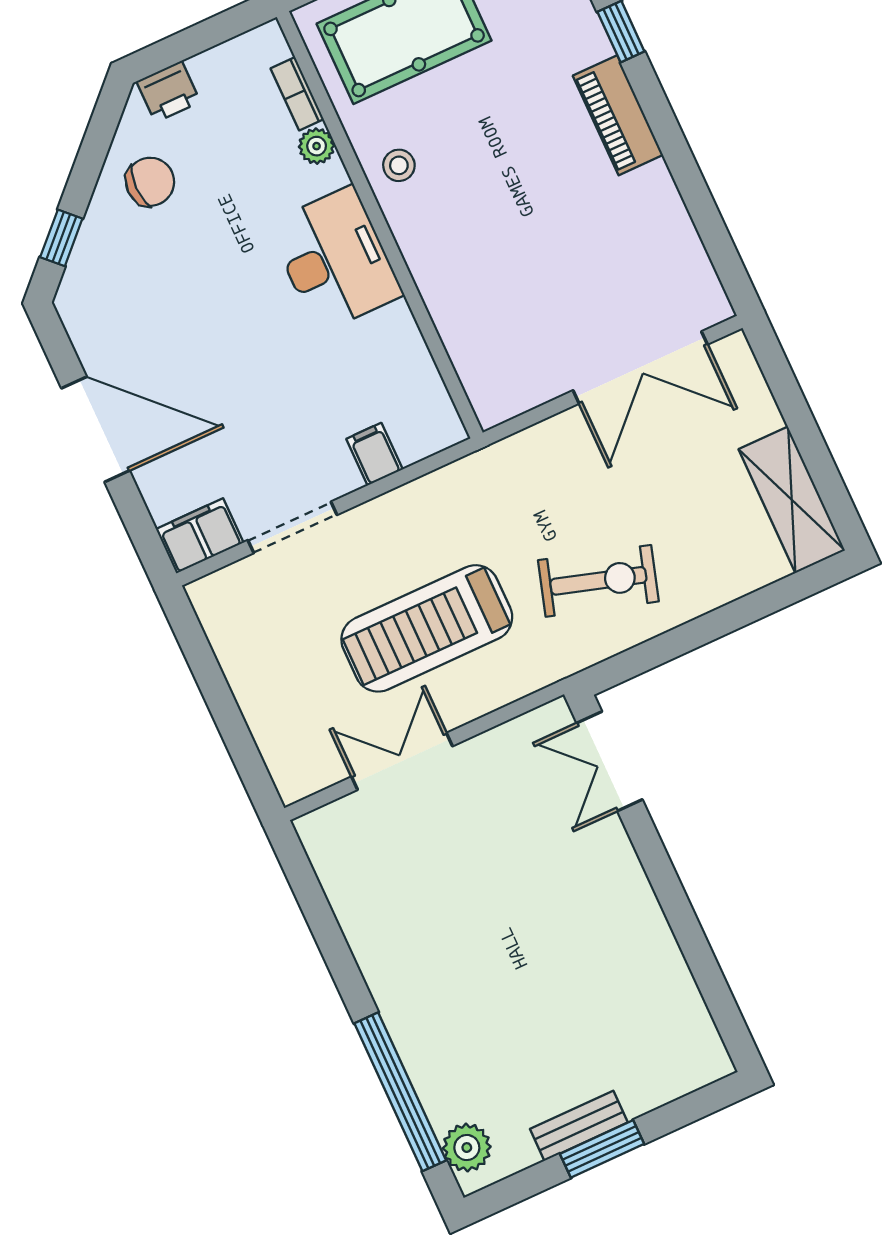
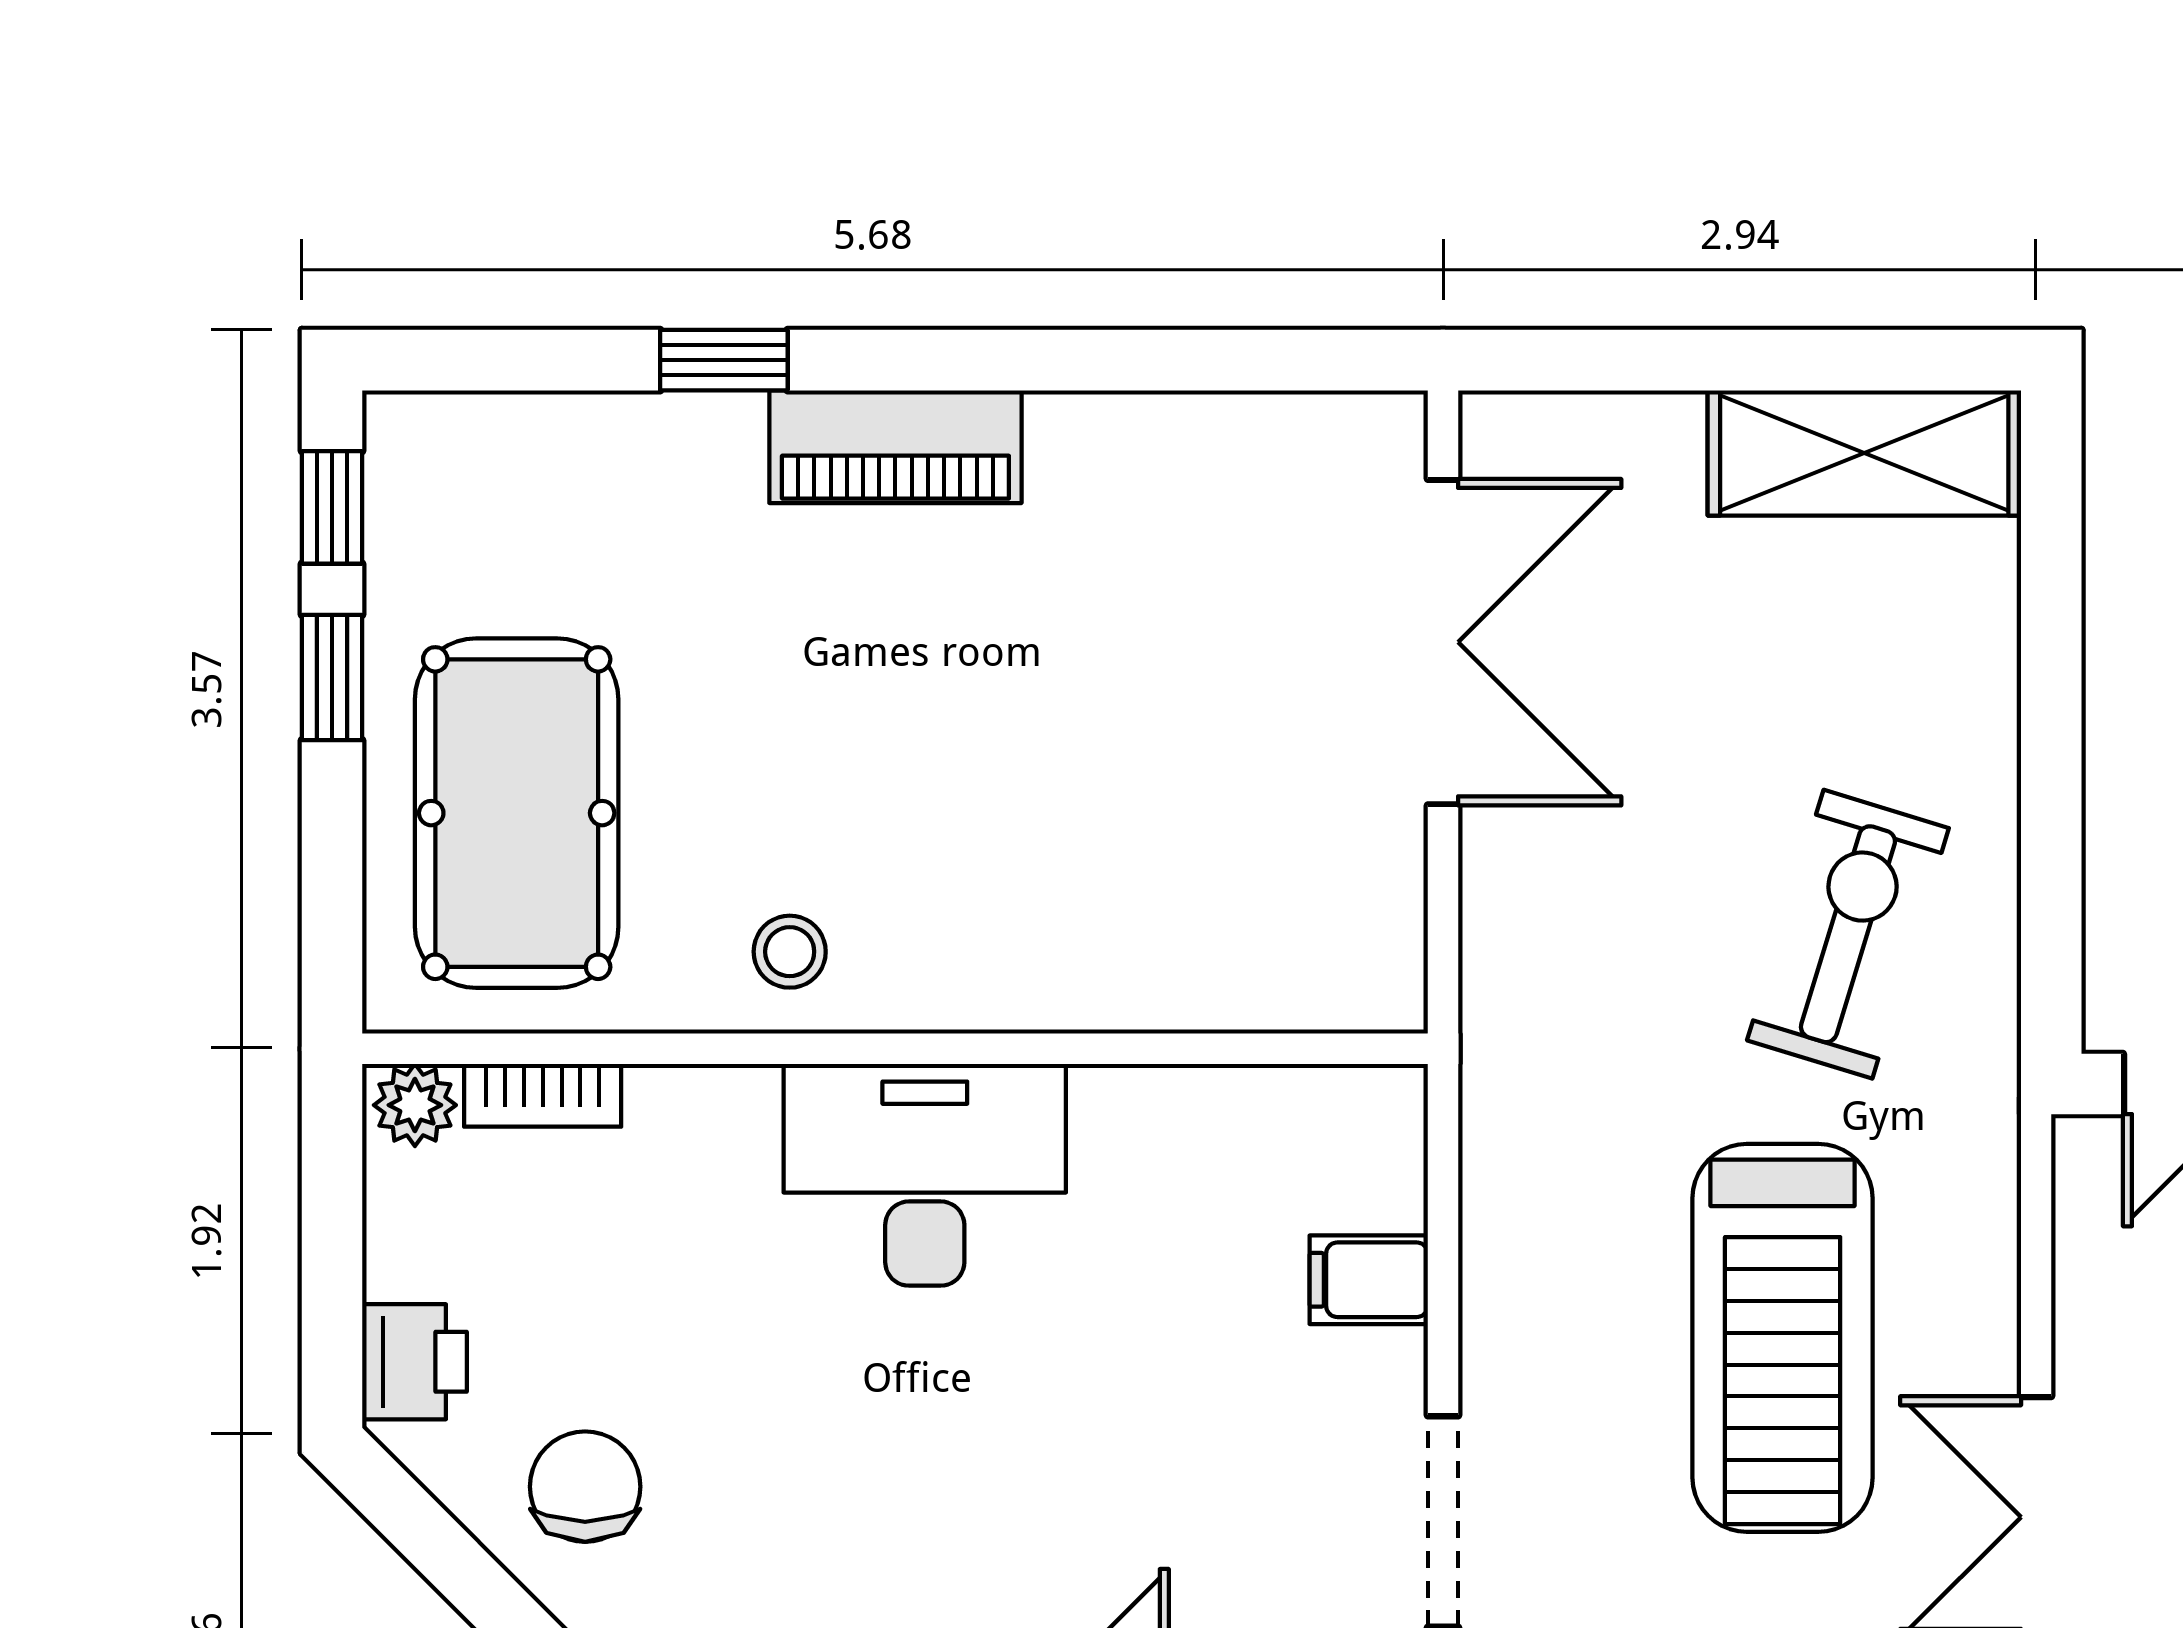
plant: (317, 146) -> (415, 1105), moved

